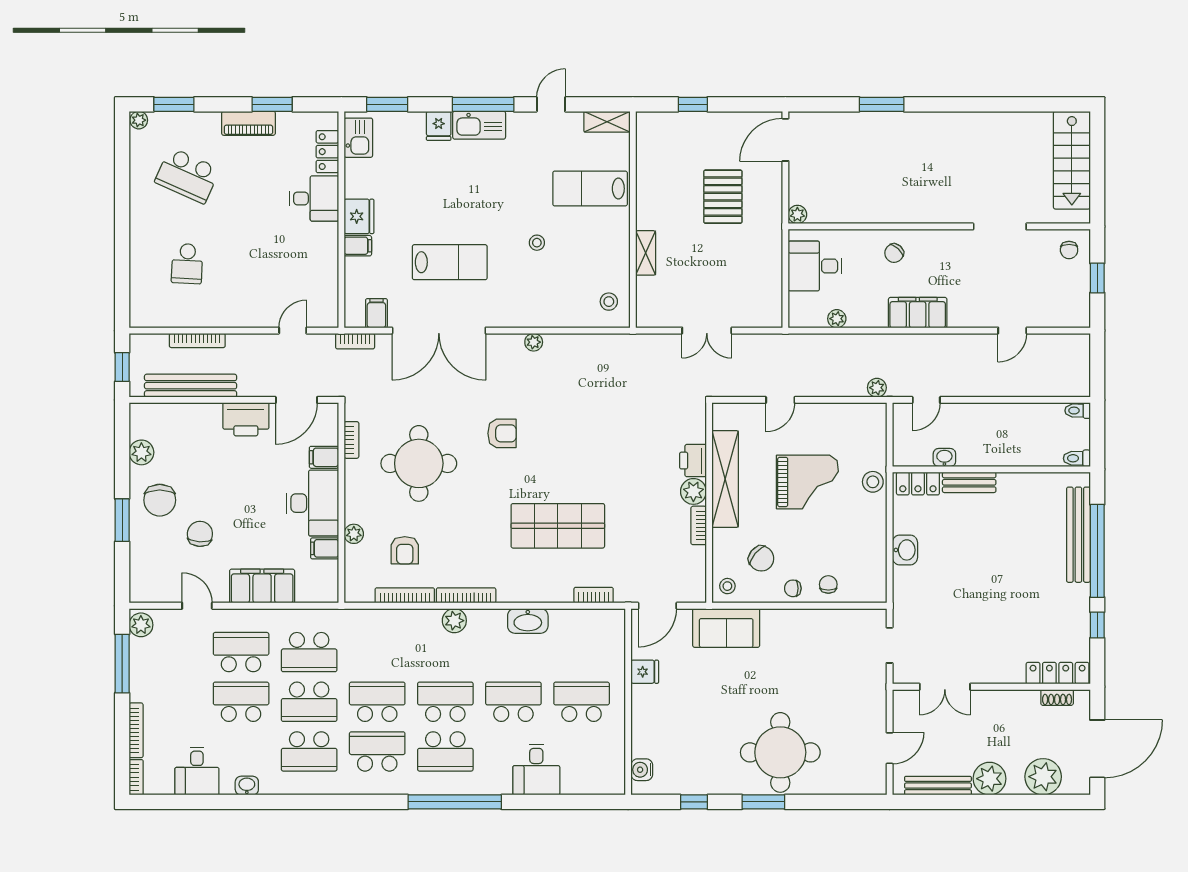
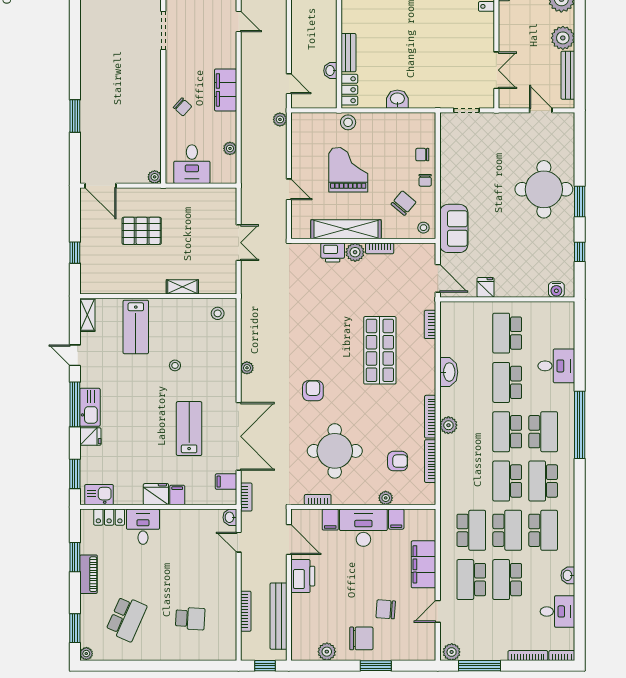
washbasin: (327, 318) -> (230, 517), added

